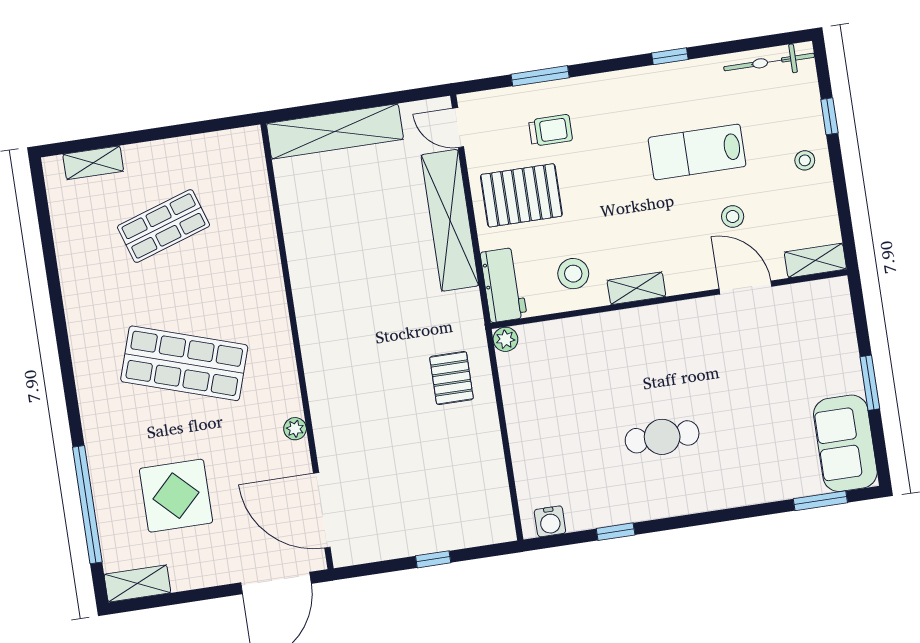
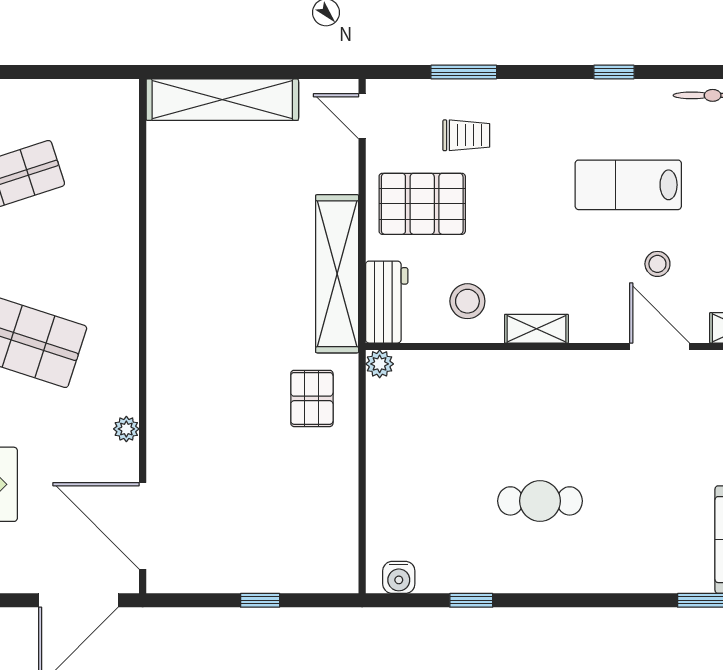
shelving: (450, 220) -> (337, 274), moved

